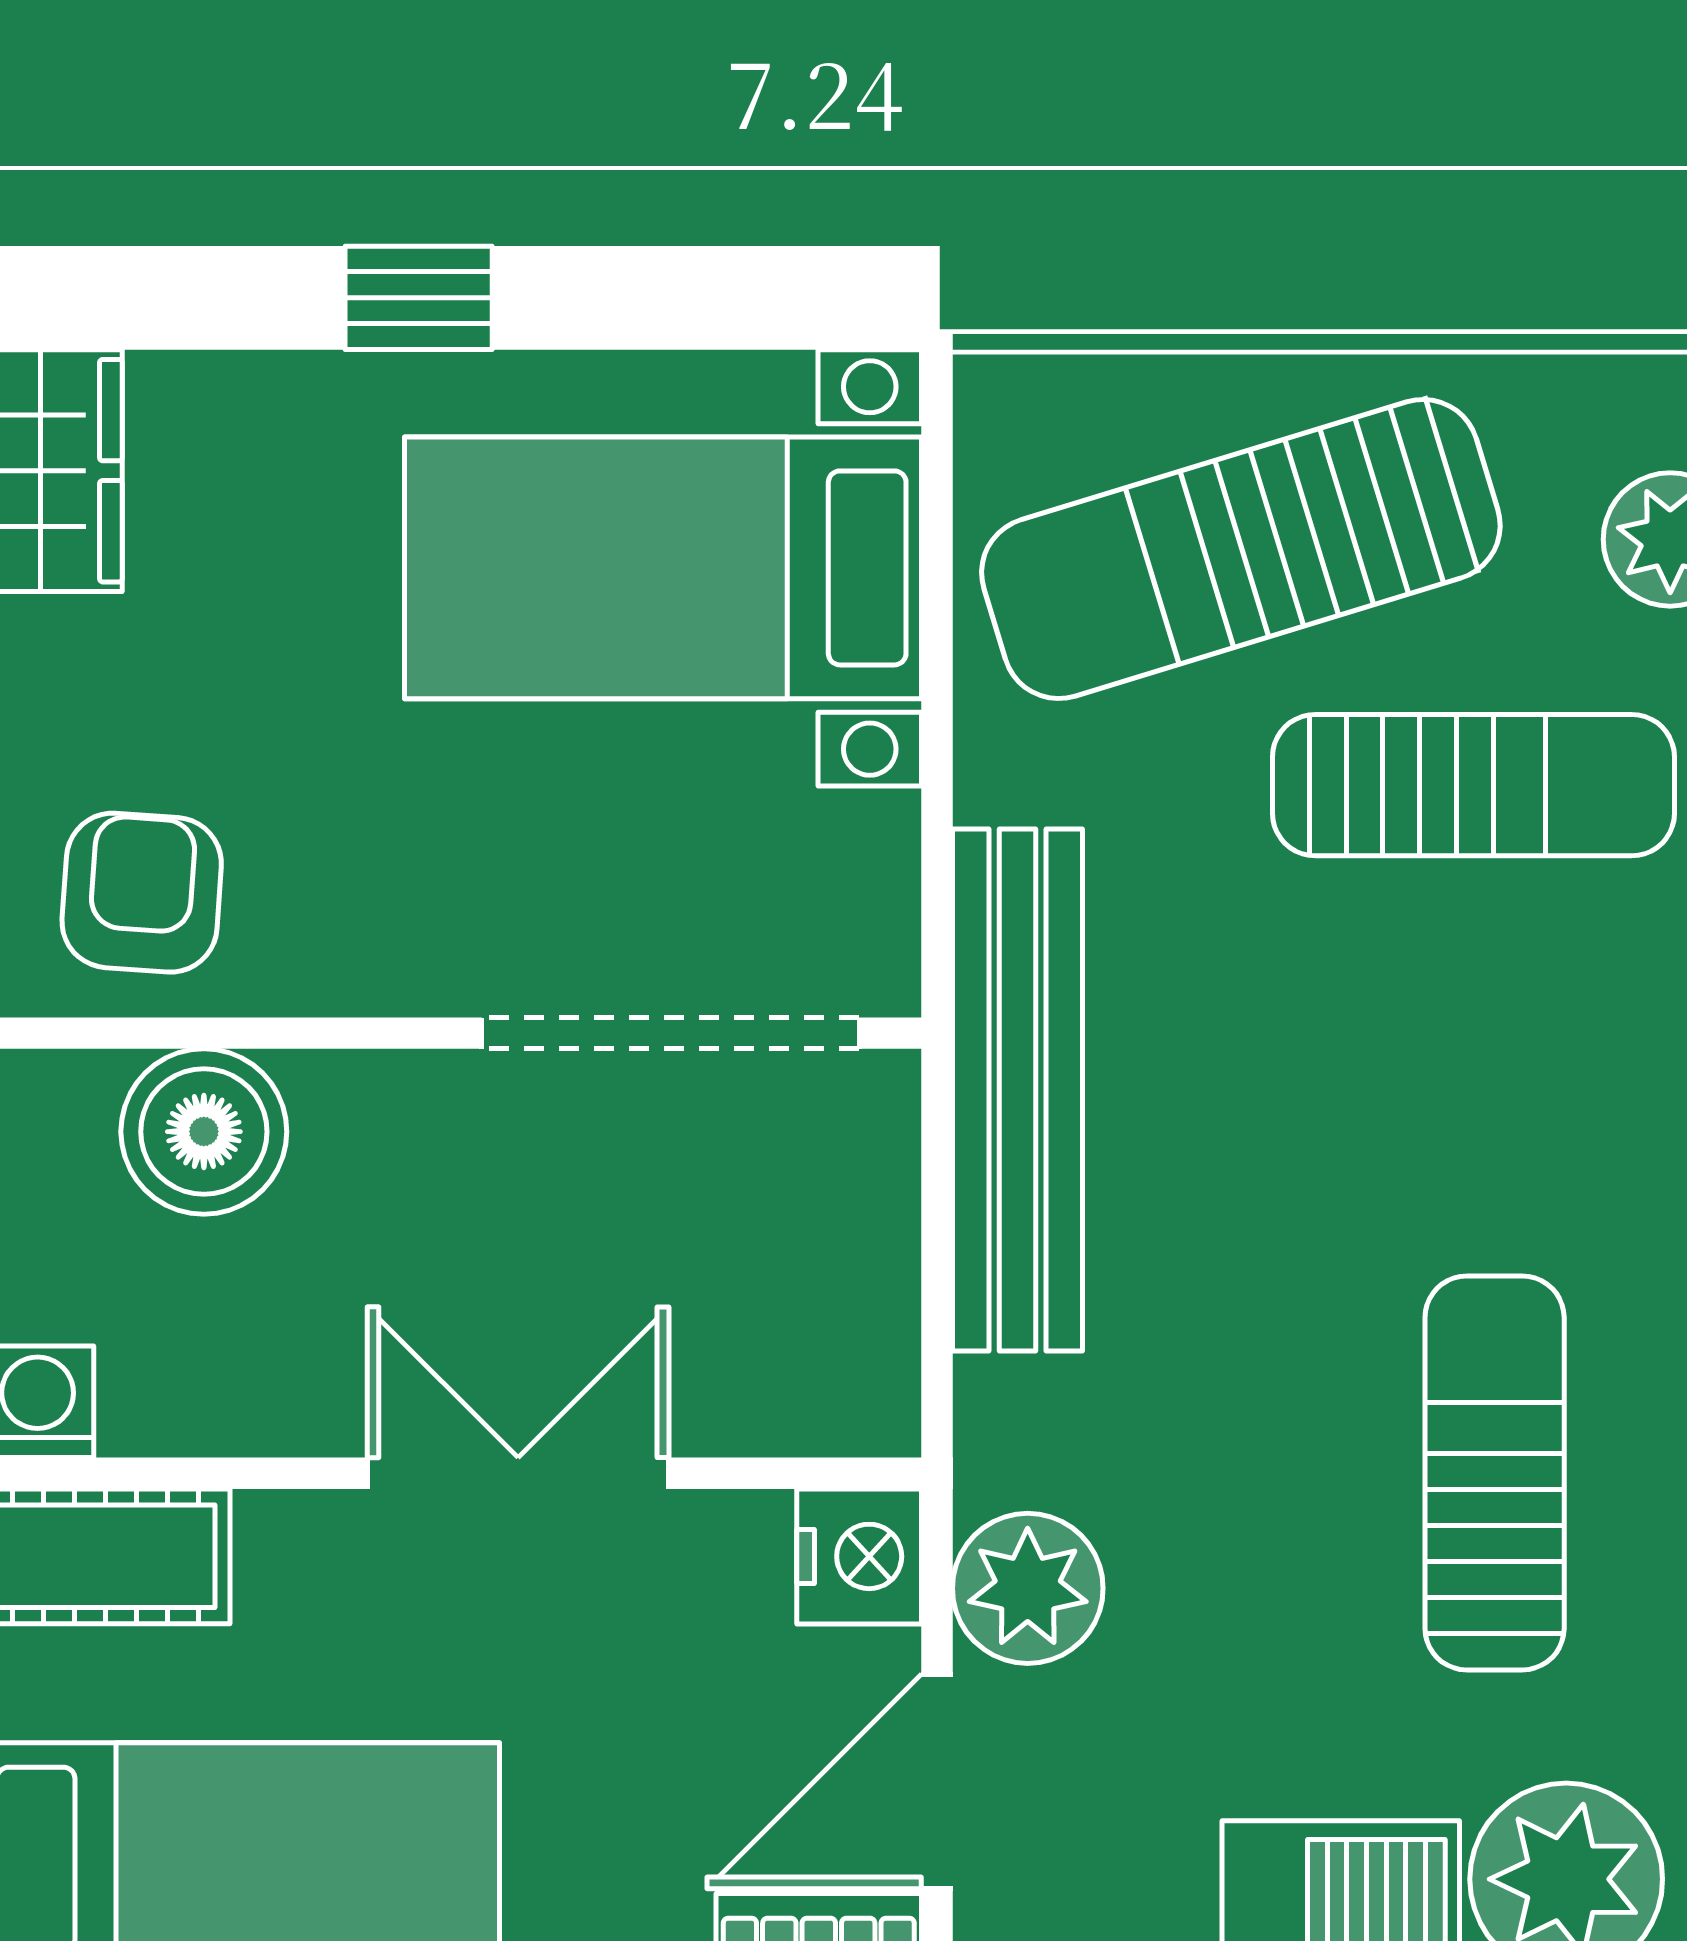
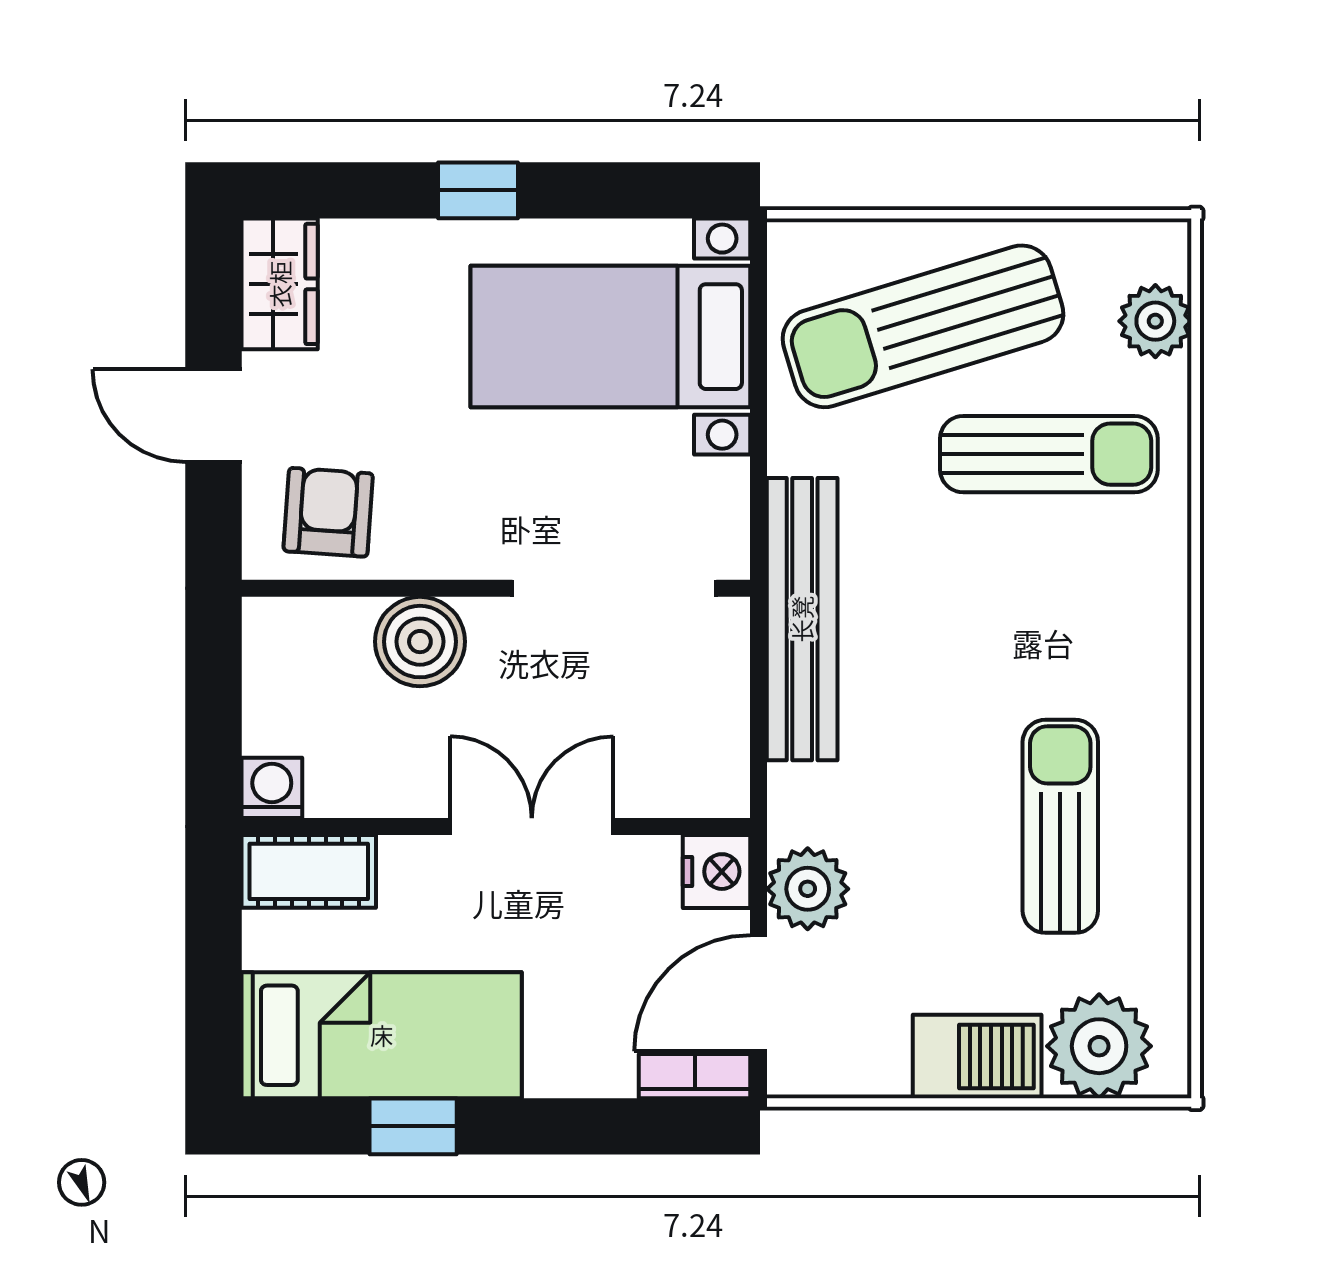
boiler: (204, 1132) -> (420, 642), moved

